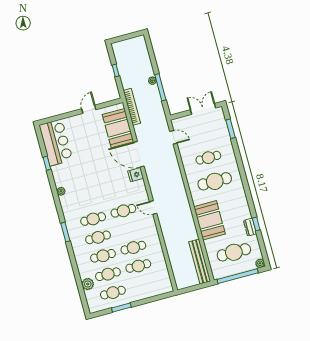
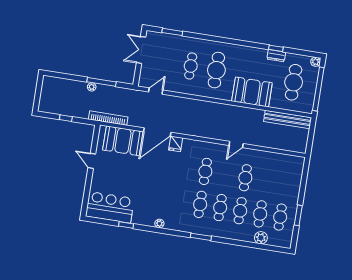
door: (153, 207) -> (236, 145), moved
cafe table: (138, 266) -> (265, 181), removed

